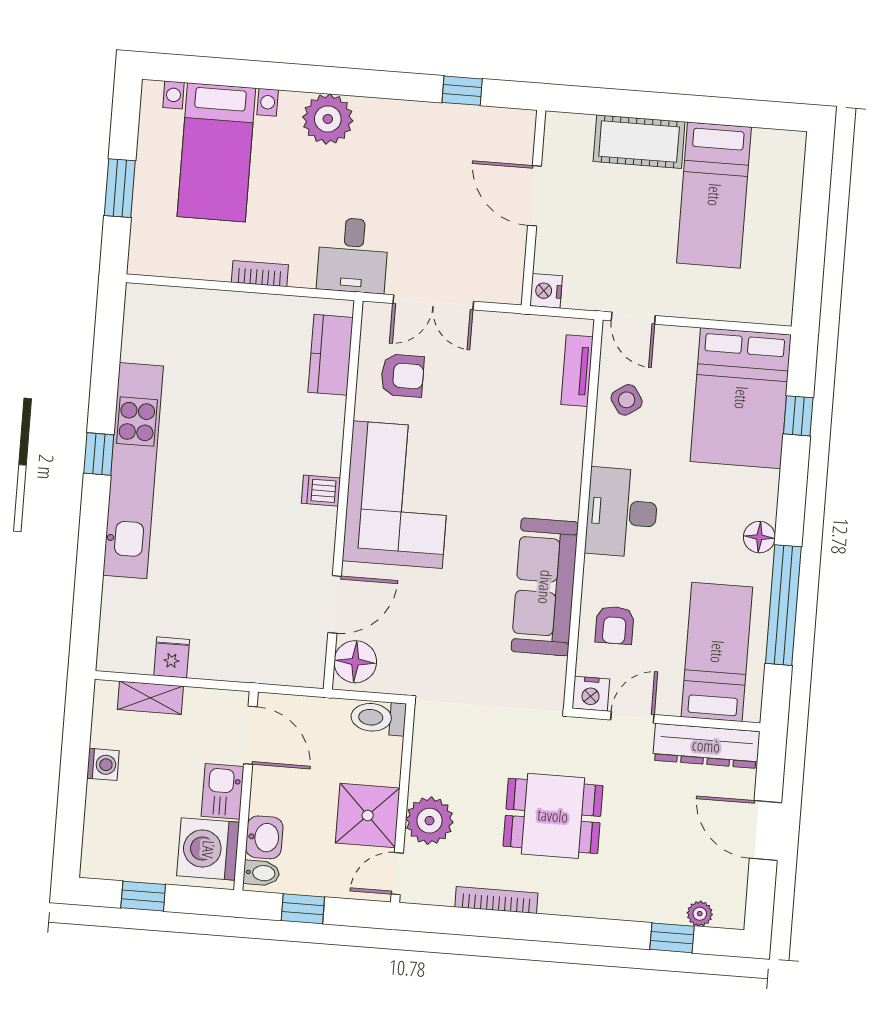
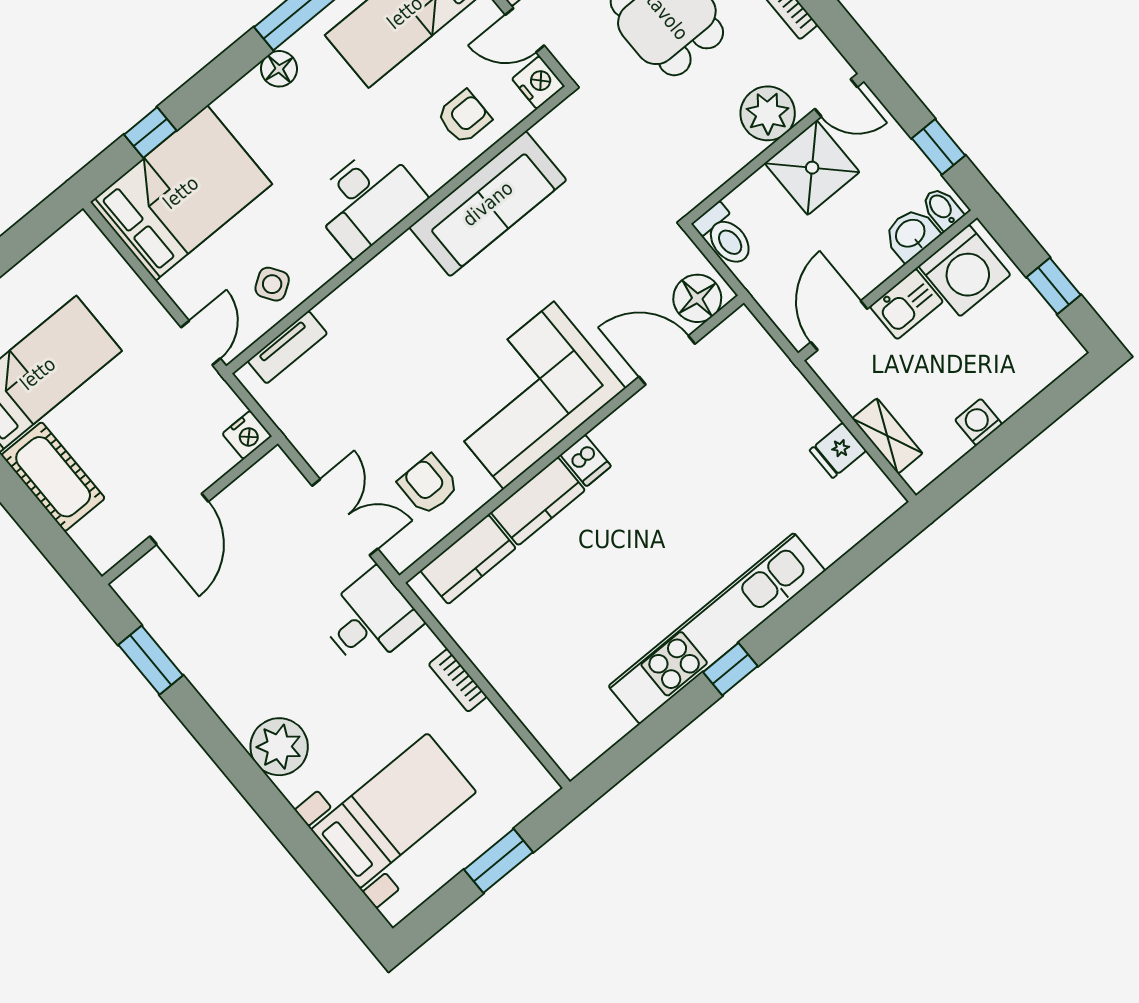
window: (462, 91) -> (151, 660), width x1.50
kitchen counter: (324, 435) -> (538, 501), added

